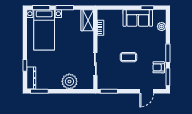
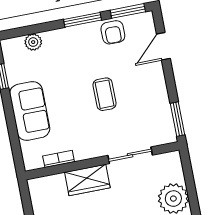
sofa: (138, 18) -> (30, 111), moved
wardrobe: (87, 20) -> (87, 180), moved
door: (147, 91) -> (163, 46), swing flipped

